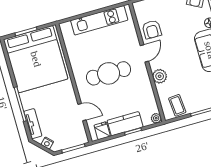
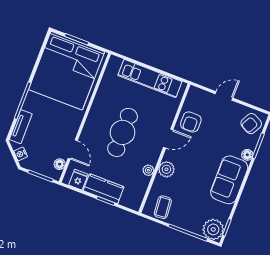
cafe table: (109, 73) -> (123, 132), turned 90
plant: (156, 118) -> (148, 170), moved
floor lamp: (81, 130) -> (60, 164), added

